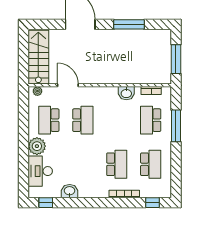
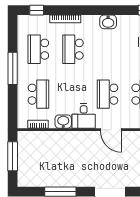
door: (68, 85) -> (111, 130), moved
desk: (106, 99) -> (84, 116), added
window: (176, 126) -> (13, 68), moved
washbasin: (70, 191) -> (108, 22), moved

